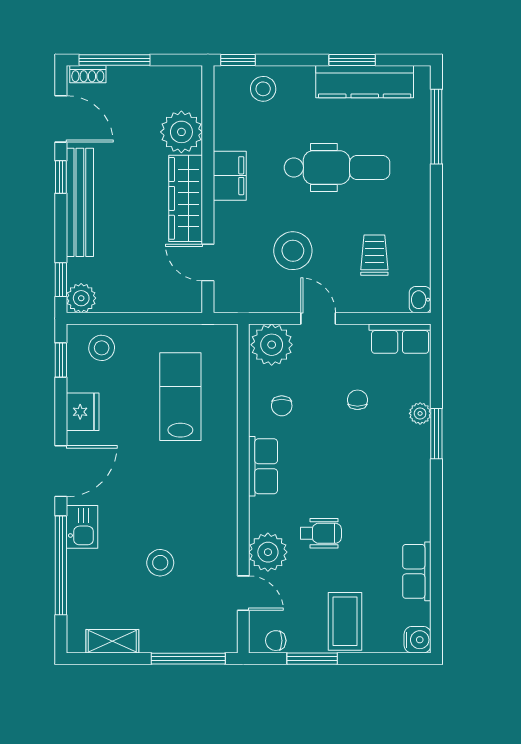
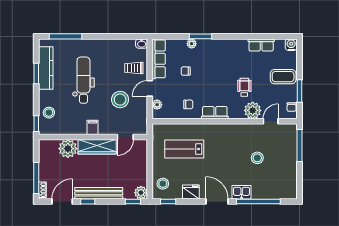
filing cabinet: (230, 176) -> (92, 127), width x0.50
trolley: (374, 255) -> (134, 68), moved
row of seats: (400, 339) -> (159, 59), width x1.48
plant: (272, 345) -> (157, 105), width x0.53, depth x0.53
shelving: (112, 641) -> (292, 179), removed

